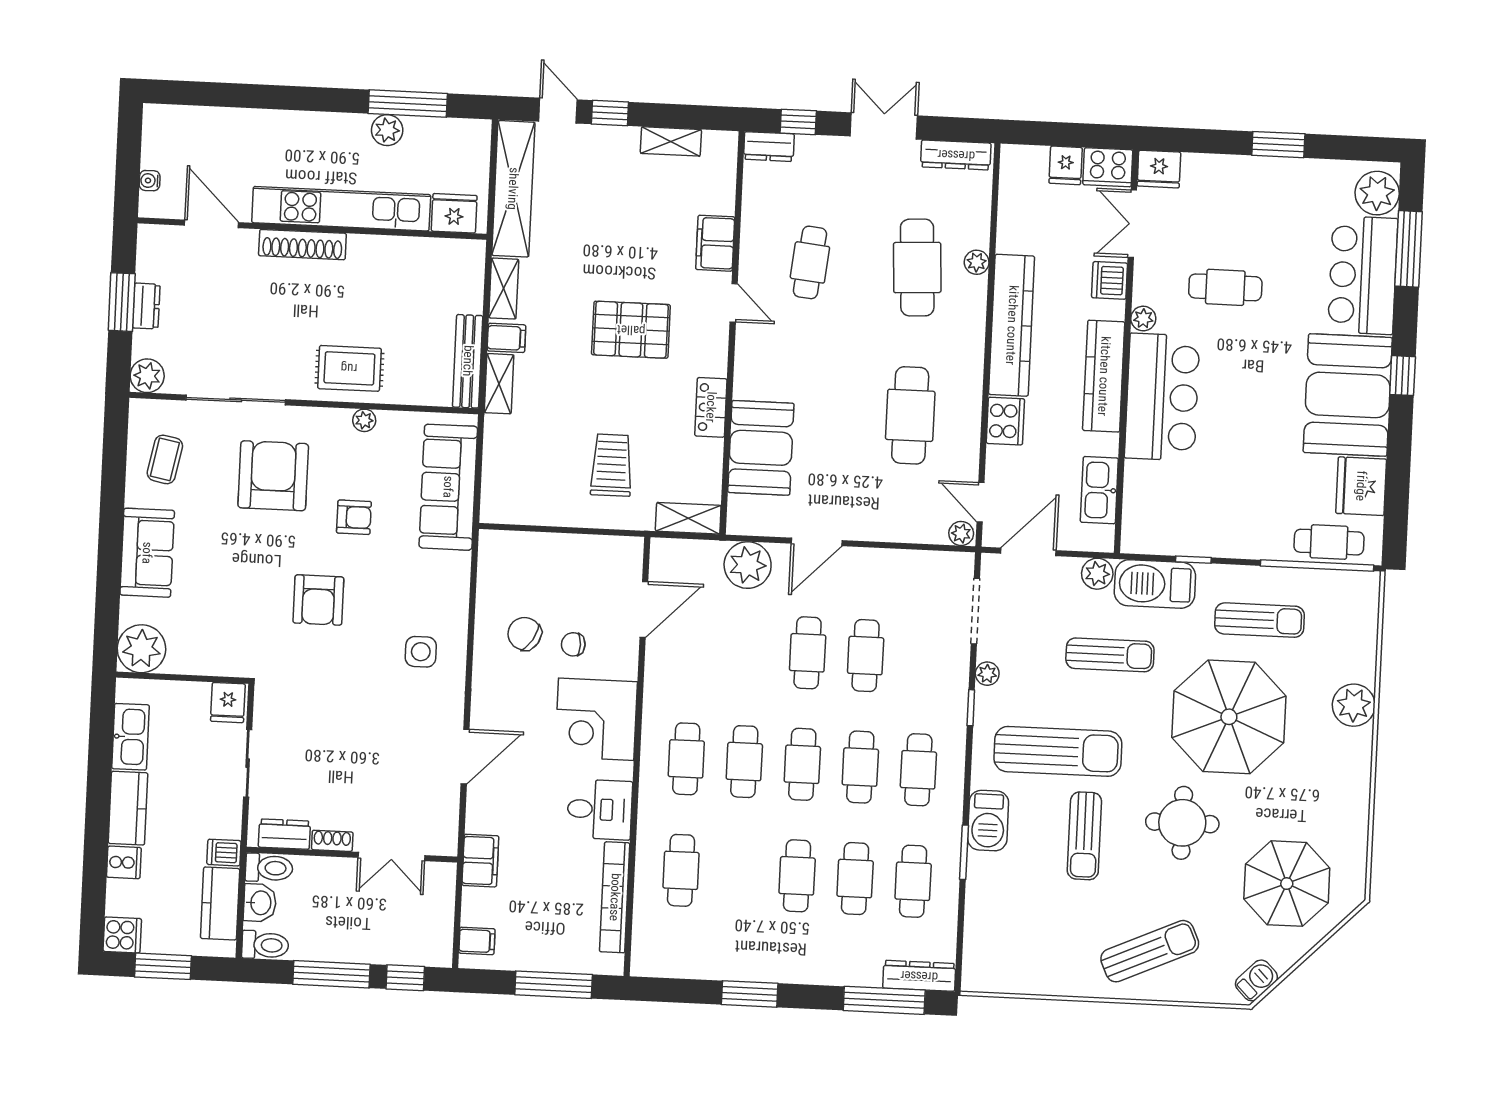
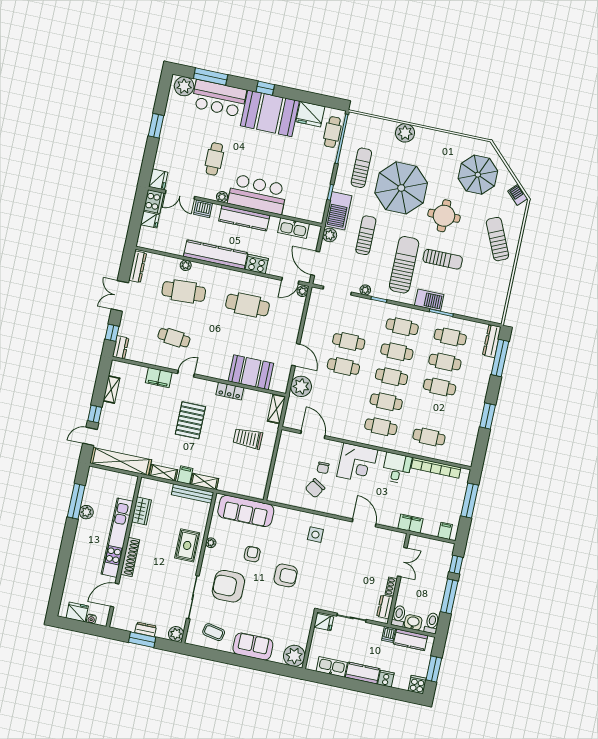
fridge: (454, 213) -> (77, 612), moved, turned 90
wardrobe: (410, 253) -> (141, 511), added

